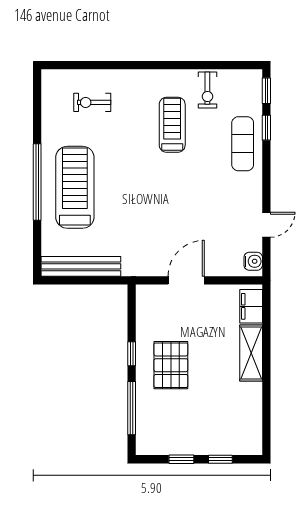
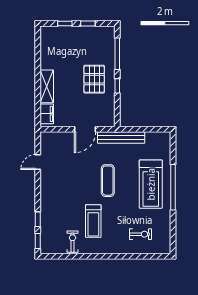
exercise mat: (243, 144) -> (108, 181), moved
water cooler: (253, 261) -> (46, 140), removed
bench: (81, 266) -> (121, 137), moved

